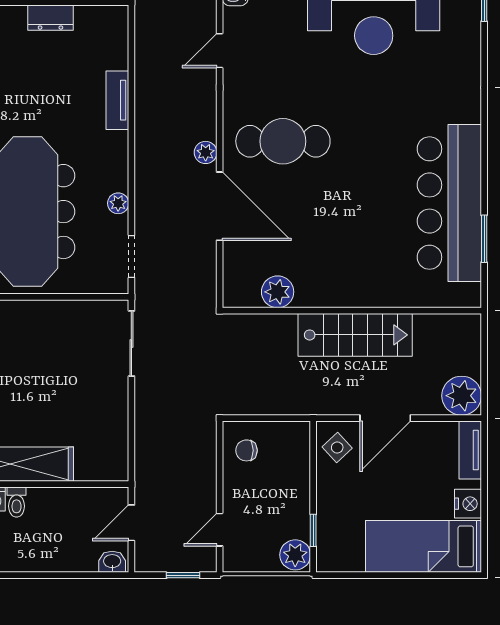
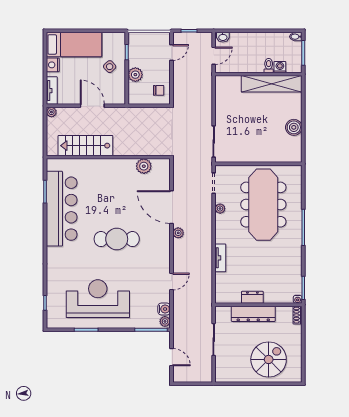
cafe table: (283, 141) -> (117, 239), moved
stairs: (355, 335) -> (85, 146), moved
plant: (462, 396) -> (51, 112), width x0.53, depth x0.53
door: (385, 418) -> (92, 106), hinge flipped
side table: (337, 448) -> (110, 67), moved
plant: (295, 555) -> (135, 75), moved

